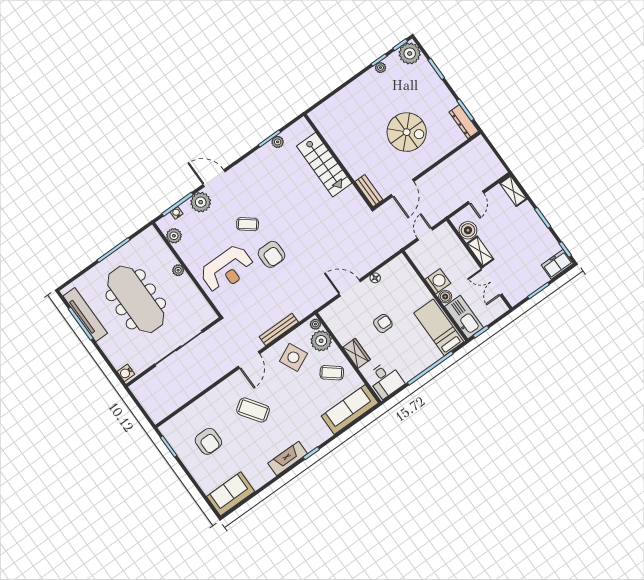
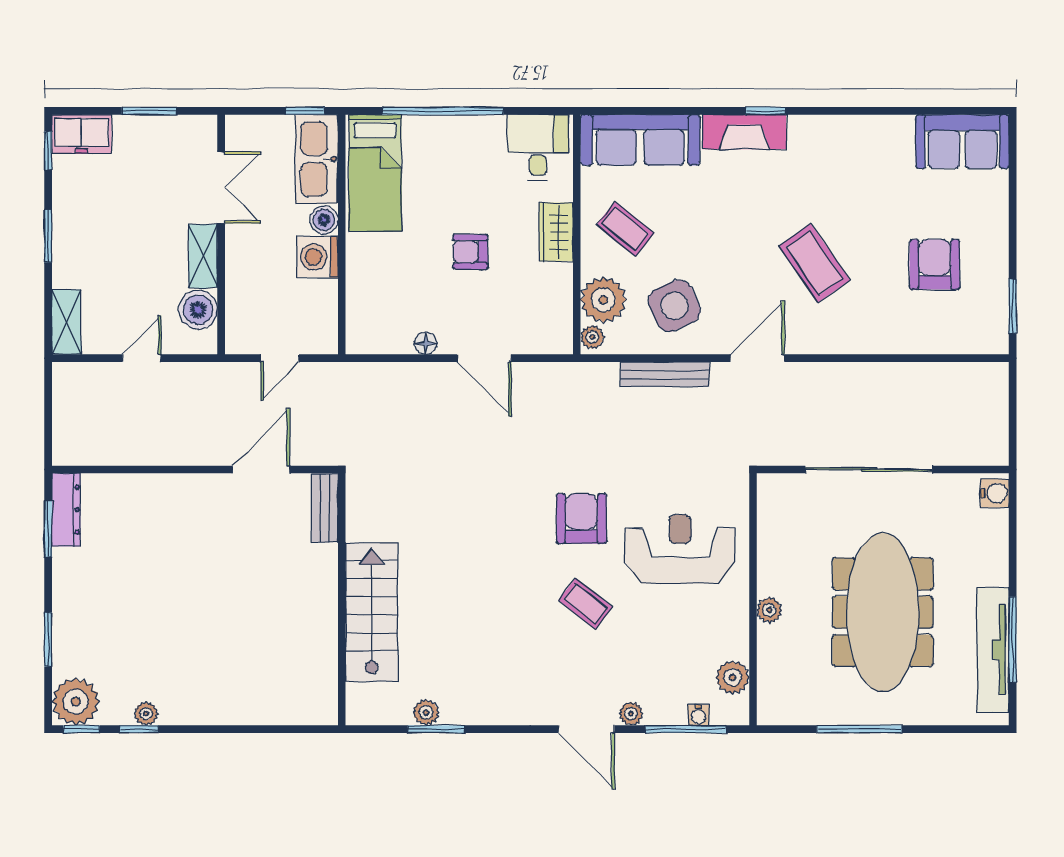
spiral stairs: (407, 132) -> (182, 564), removed
plant: (201, 202) -> (631, 714), width x0.53, depth x0.53
fireplace: (288, 458) -> (744, 132), moved

